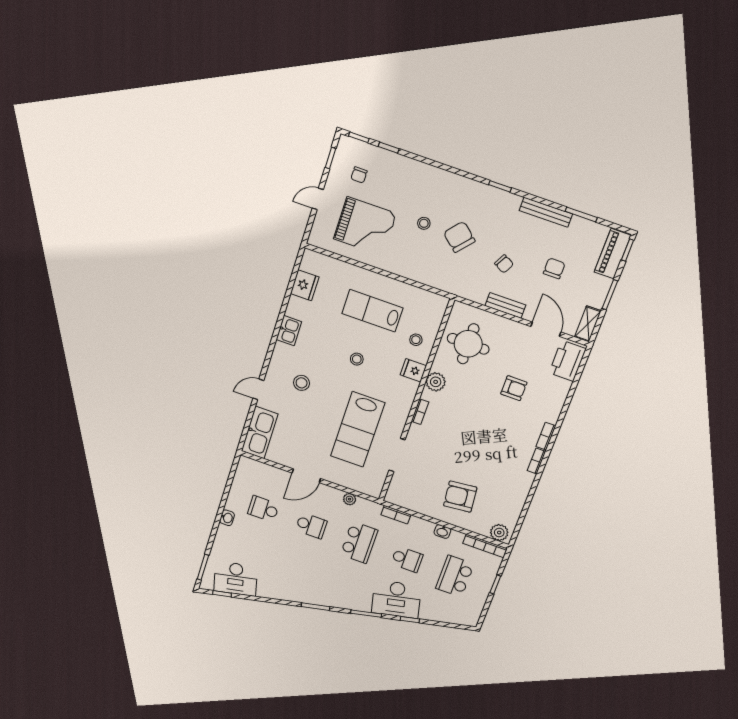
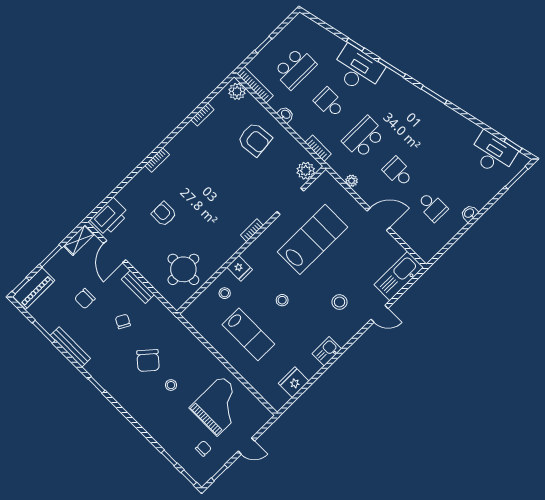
grand piano: (365, 226) -> (219, 406), turned 90
plant: (436, 382) -> (306, 171), moved
bookcase: (536, 461) -> (202, 115), moved

